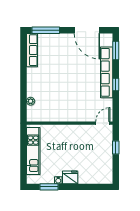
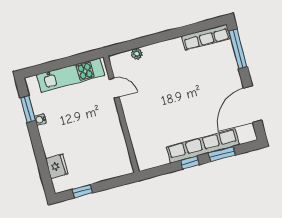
window: (116, 51) -> (222, 154), moved
door: (103, 123) -> (114, 88), moved
window: (116, 147) -> (82, 191), moved
fridge: (70, 177) -> (57, 166), moved

